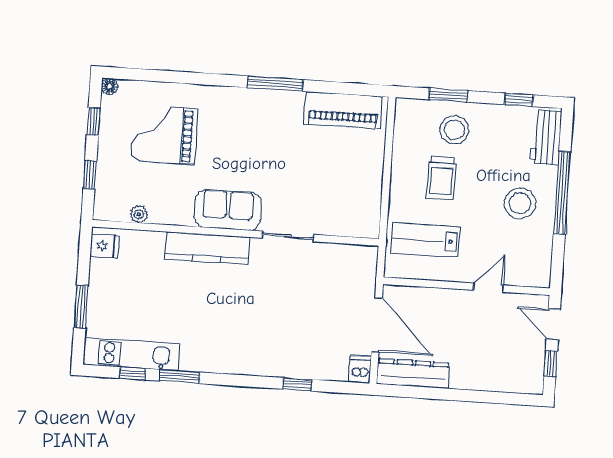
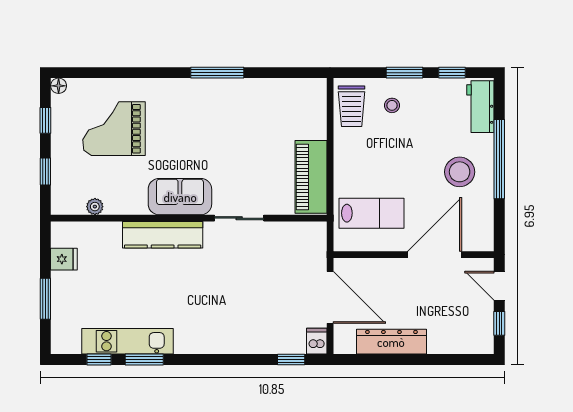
window: (448, 95) -> (405, 73), moved
piano: (343, 110) -> (311, 177), moved, turned 90
stool: (454, 130) -> (392, 105), width x0.53, depth x0.53
trolley: (441, 178) -> (352, 106), moved
lab bench: (426, 240) -> (371, 213), turned 180
fridge: (104, 246) -> (64, 259), moved
door: (488, 288) -> (435, 255), width x1.87
kitchen unit: (131, 354) -> (127, 341), moved
dresser: (413, 374) -> (391, 342), moved
window: (298, 384) -> (291, 359), moved

